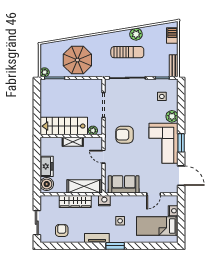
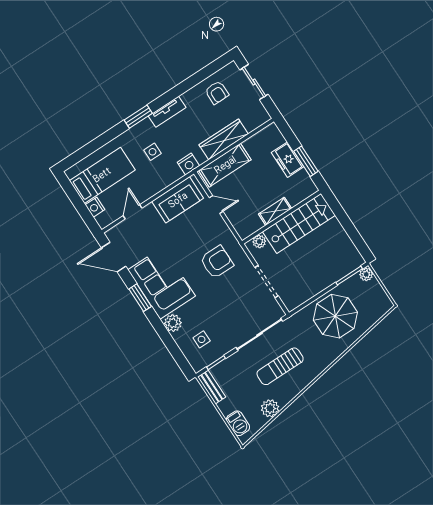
plant: (136, 34) -> (270, 408), moved
door: (104, 157) -> (216, 204), moved
window: (37, 159) -> (306, 161), added
boiler: (47, 184) -> (273, 138), removed

